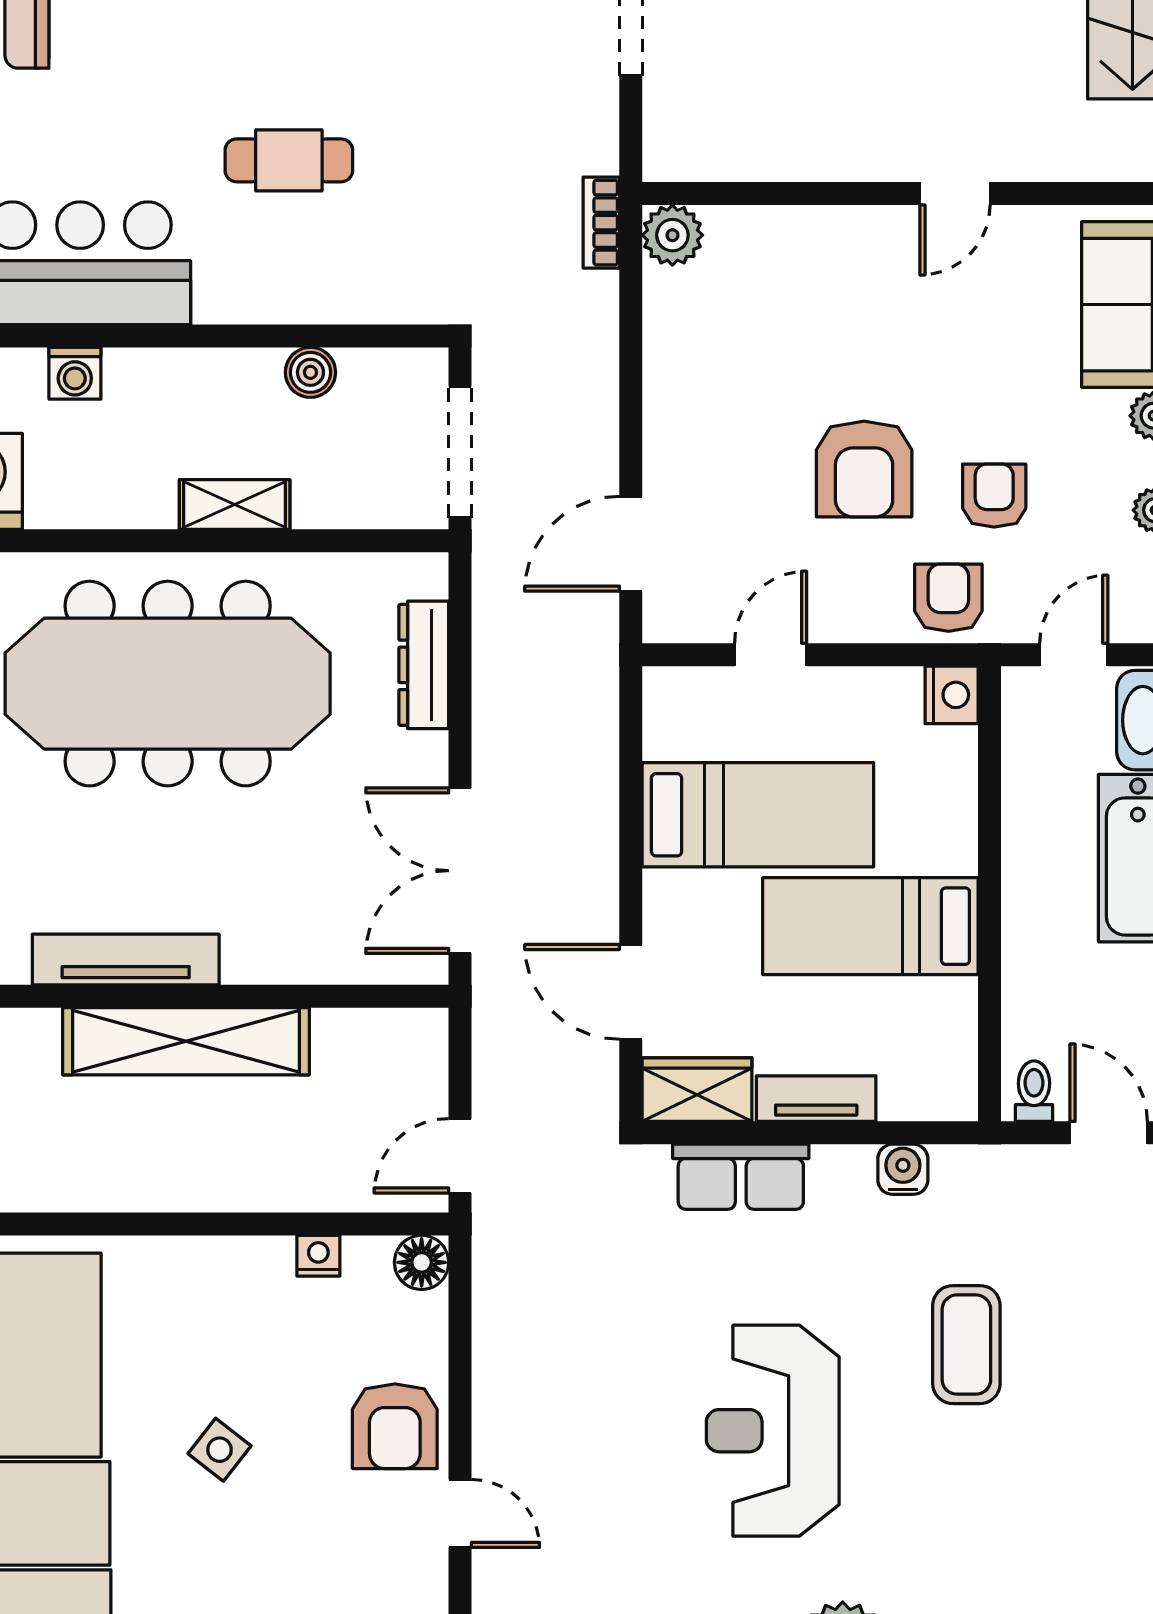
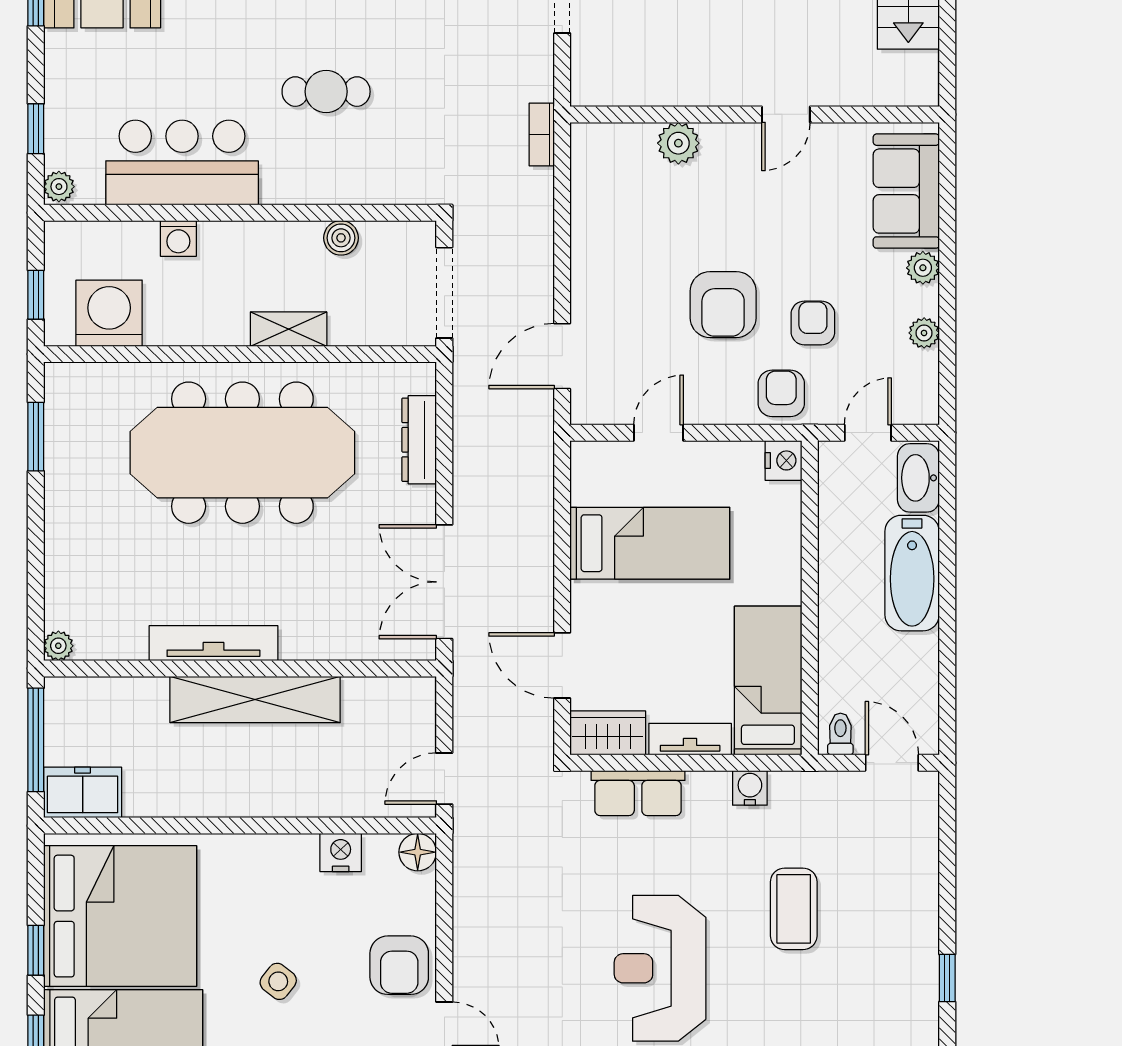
plant: (672, 235) -> (678, 143), moved
bed: (870, 926) -> (768, 681), moved, turned 90
nightstand: (318, 1256) -> (341, 852), width x1.39, depth x1.35

